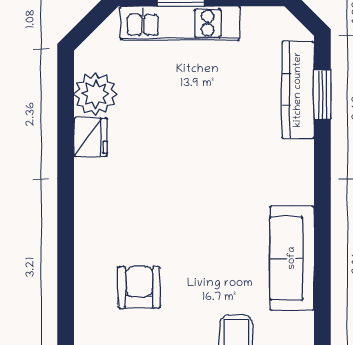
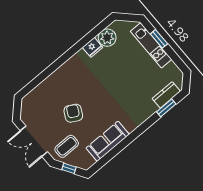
kitchen counter: (298, 90) -> (166, 95), width x0.67
armchair: (139, 287) -> (73, 113), moved, turned -62

